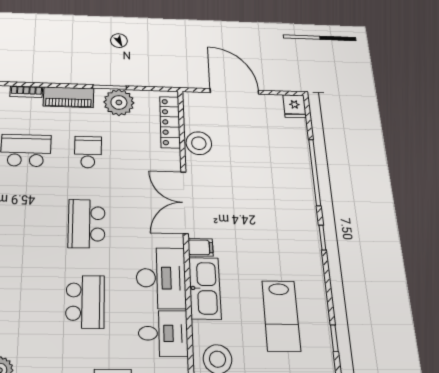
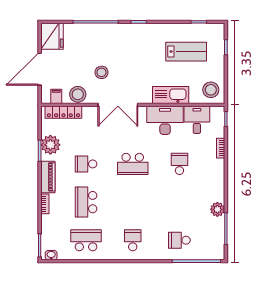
fridge: (295, 106) -> (52, 36), width x1.88, depth x1.34
stool: (236, 179) -> (102, 72), added
filing cabinet: (200, 247) -> (56, 96), moved
school desk: (85, 302) -> (179, 164), width x0.54

